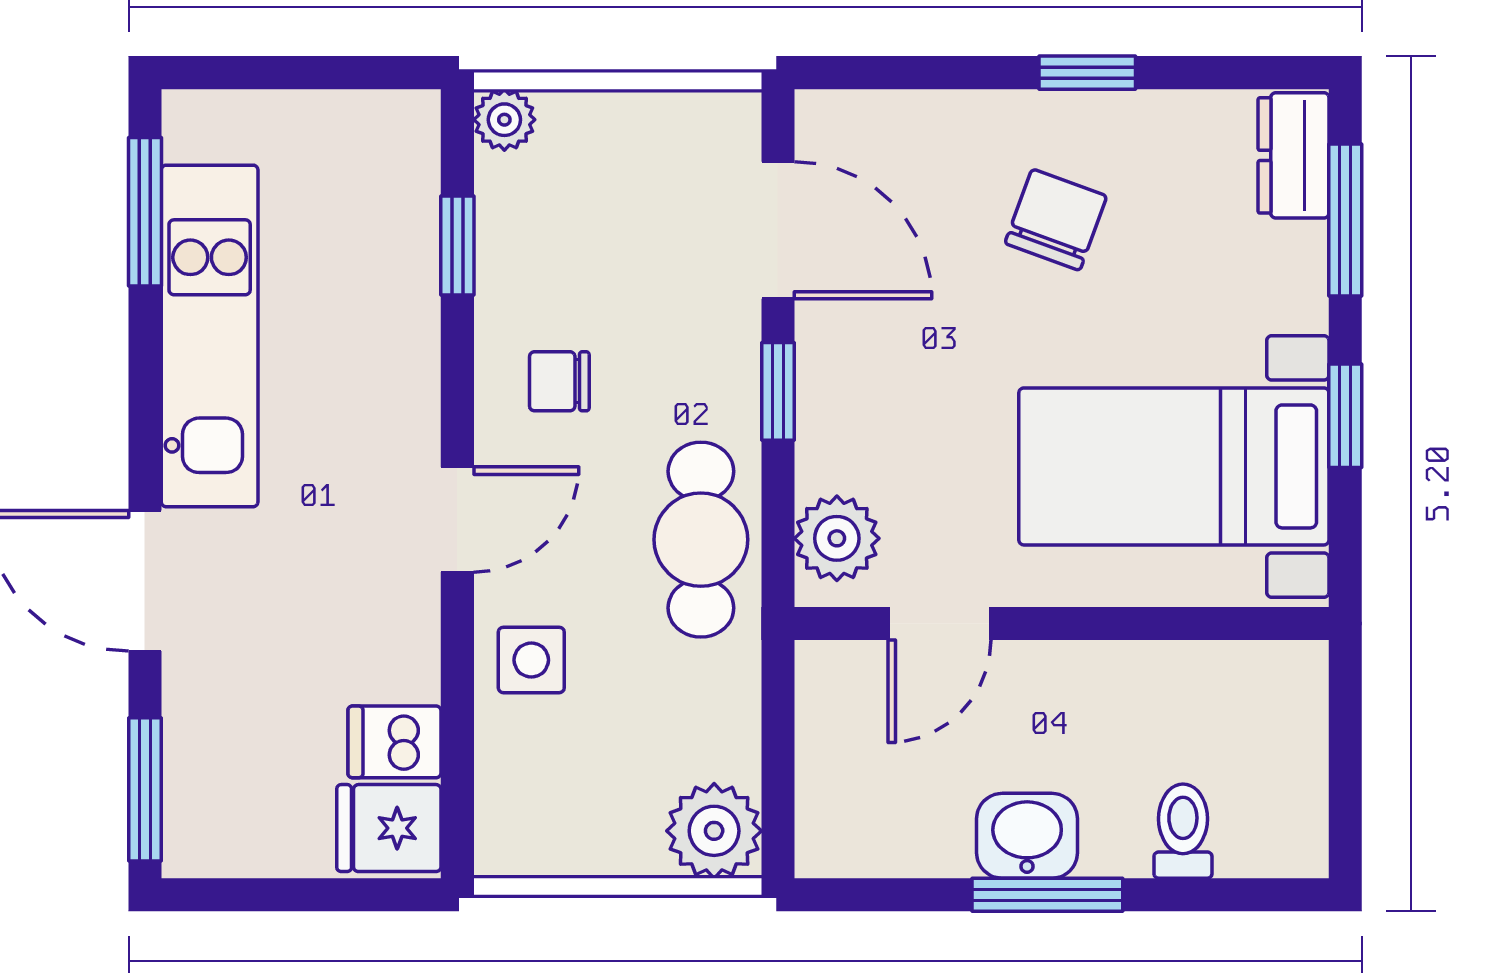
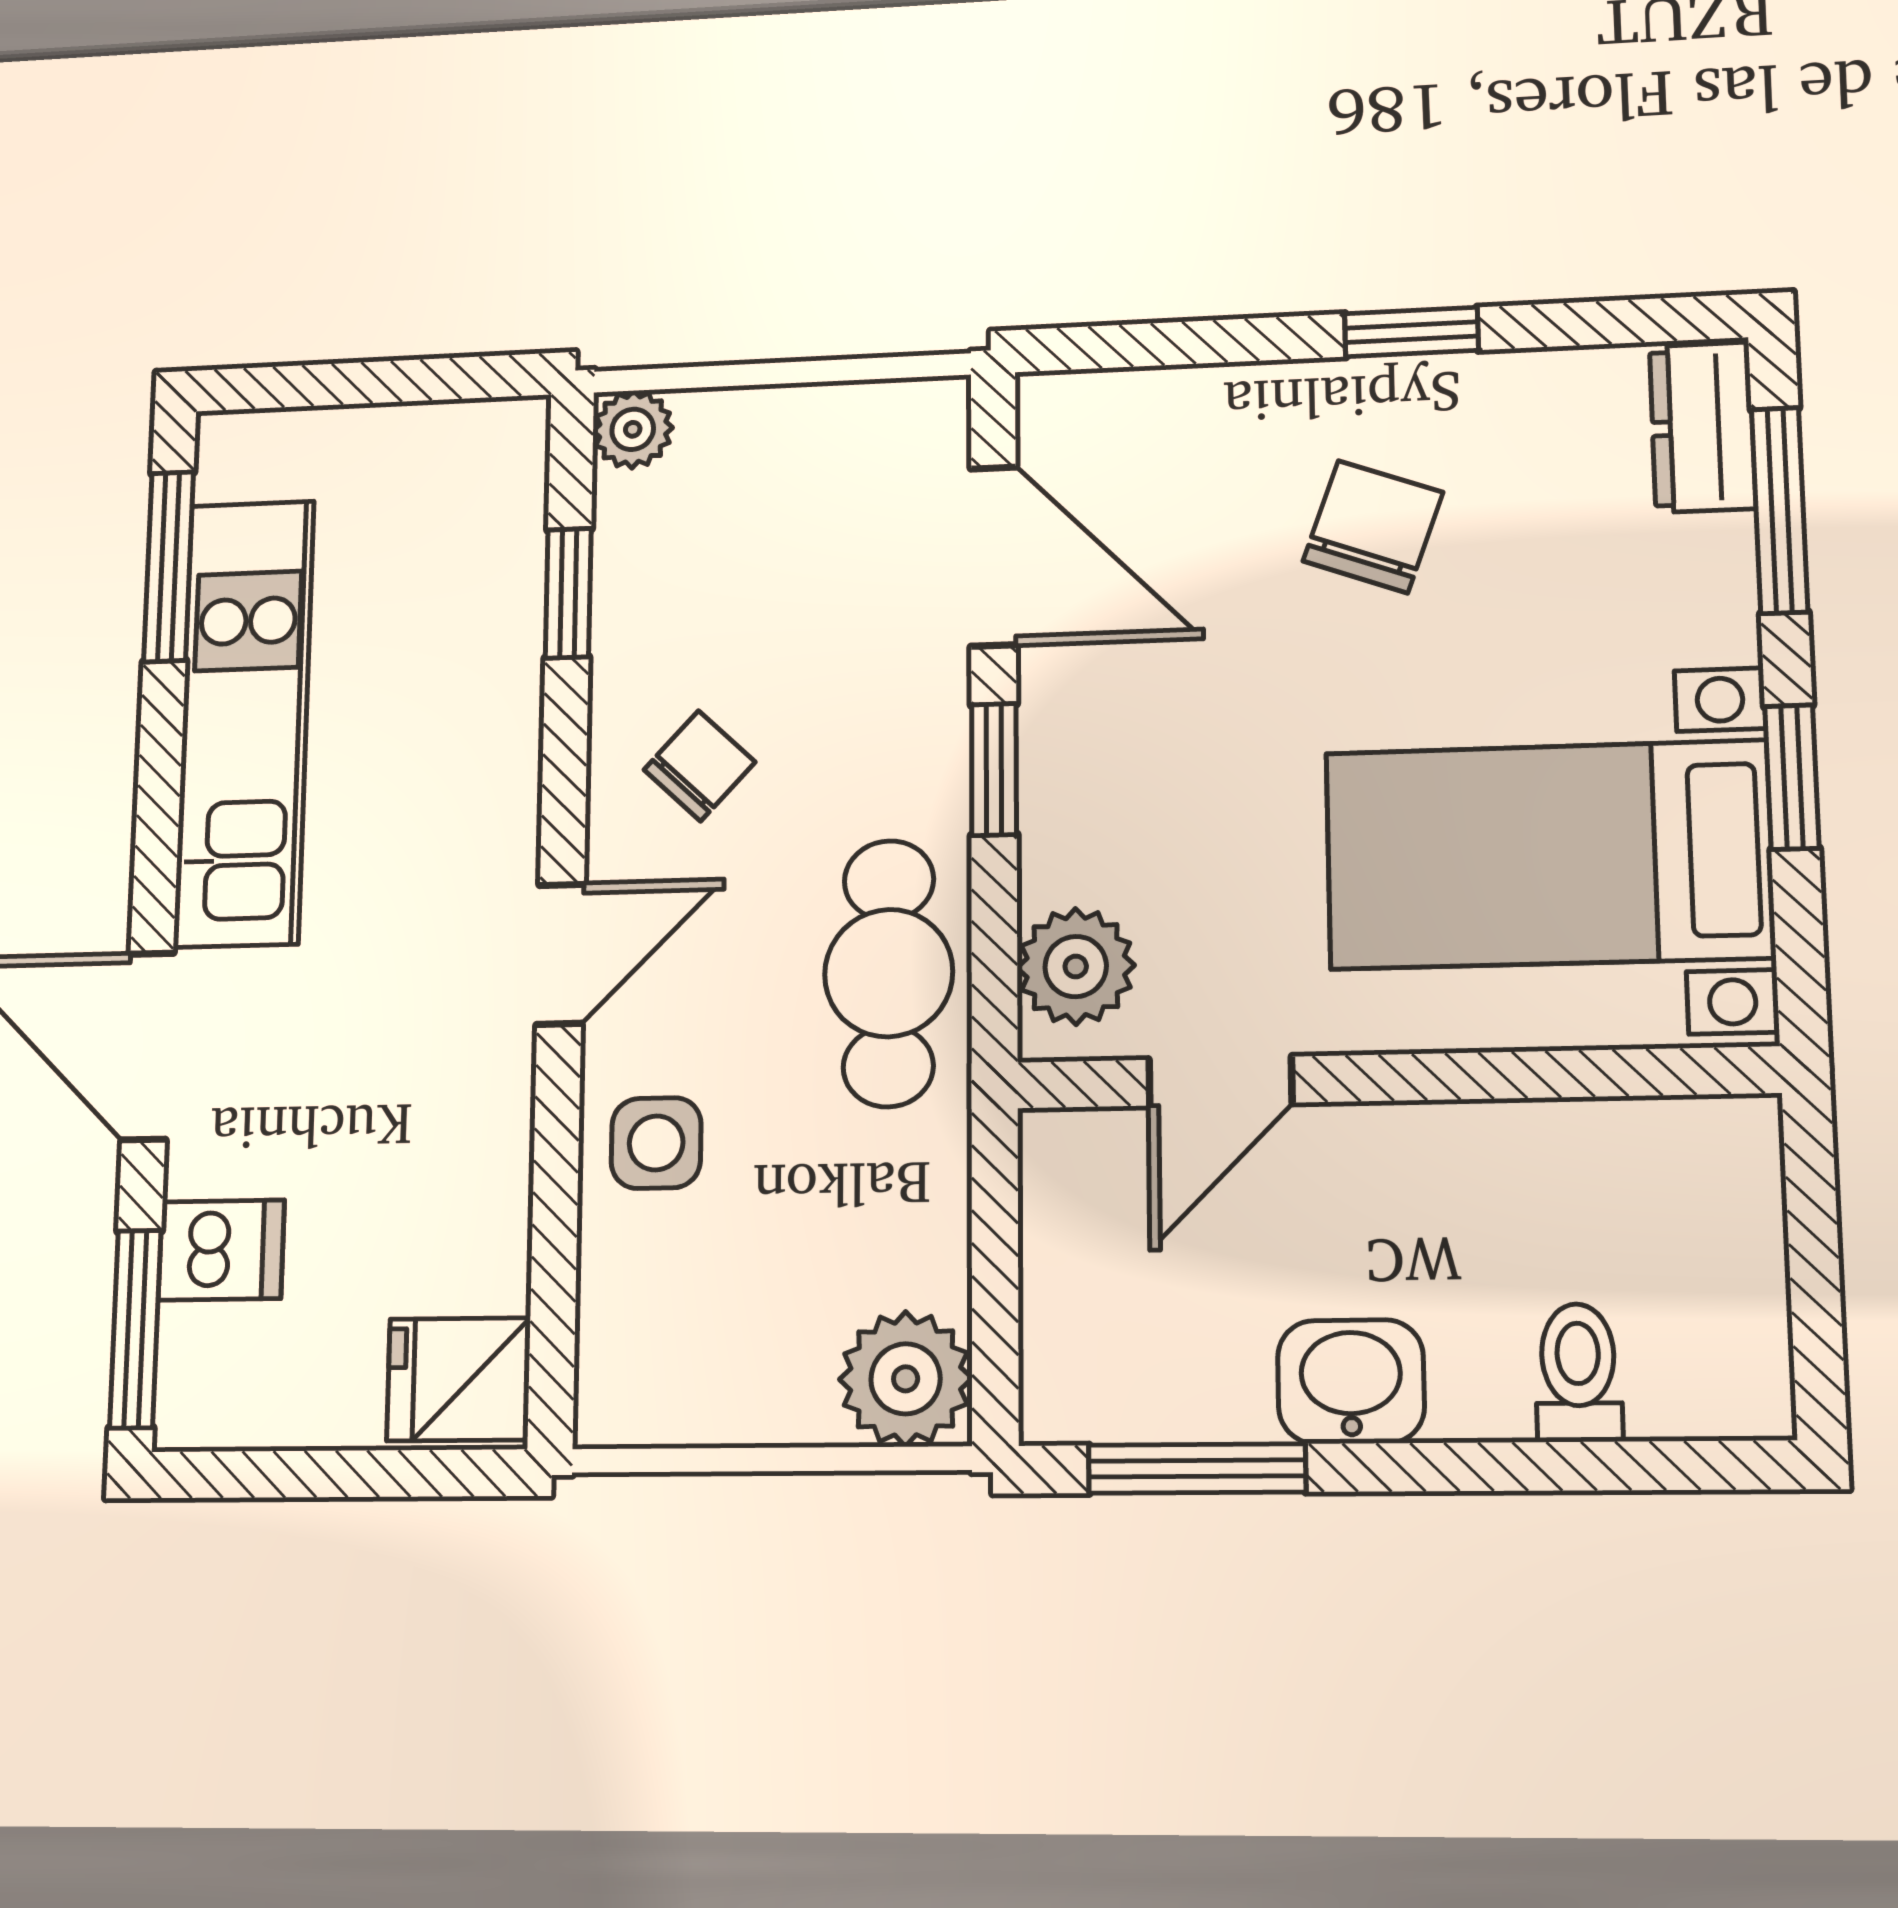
chair: (559, 381) -> (700, 766), turned 133
dishwasher: (395, 742) -> (221, 1250), moved, turned 180
window: (1047, 895) -> (1197, 1469), moved

